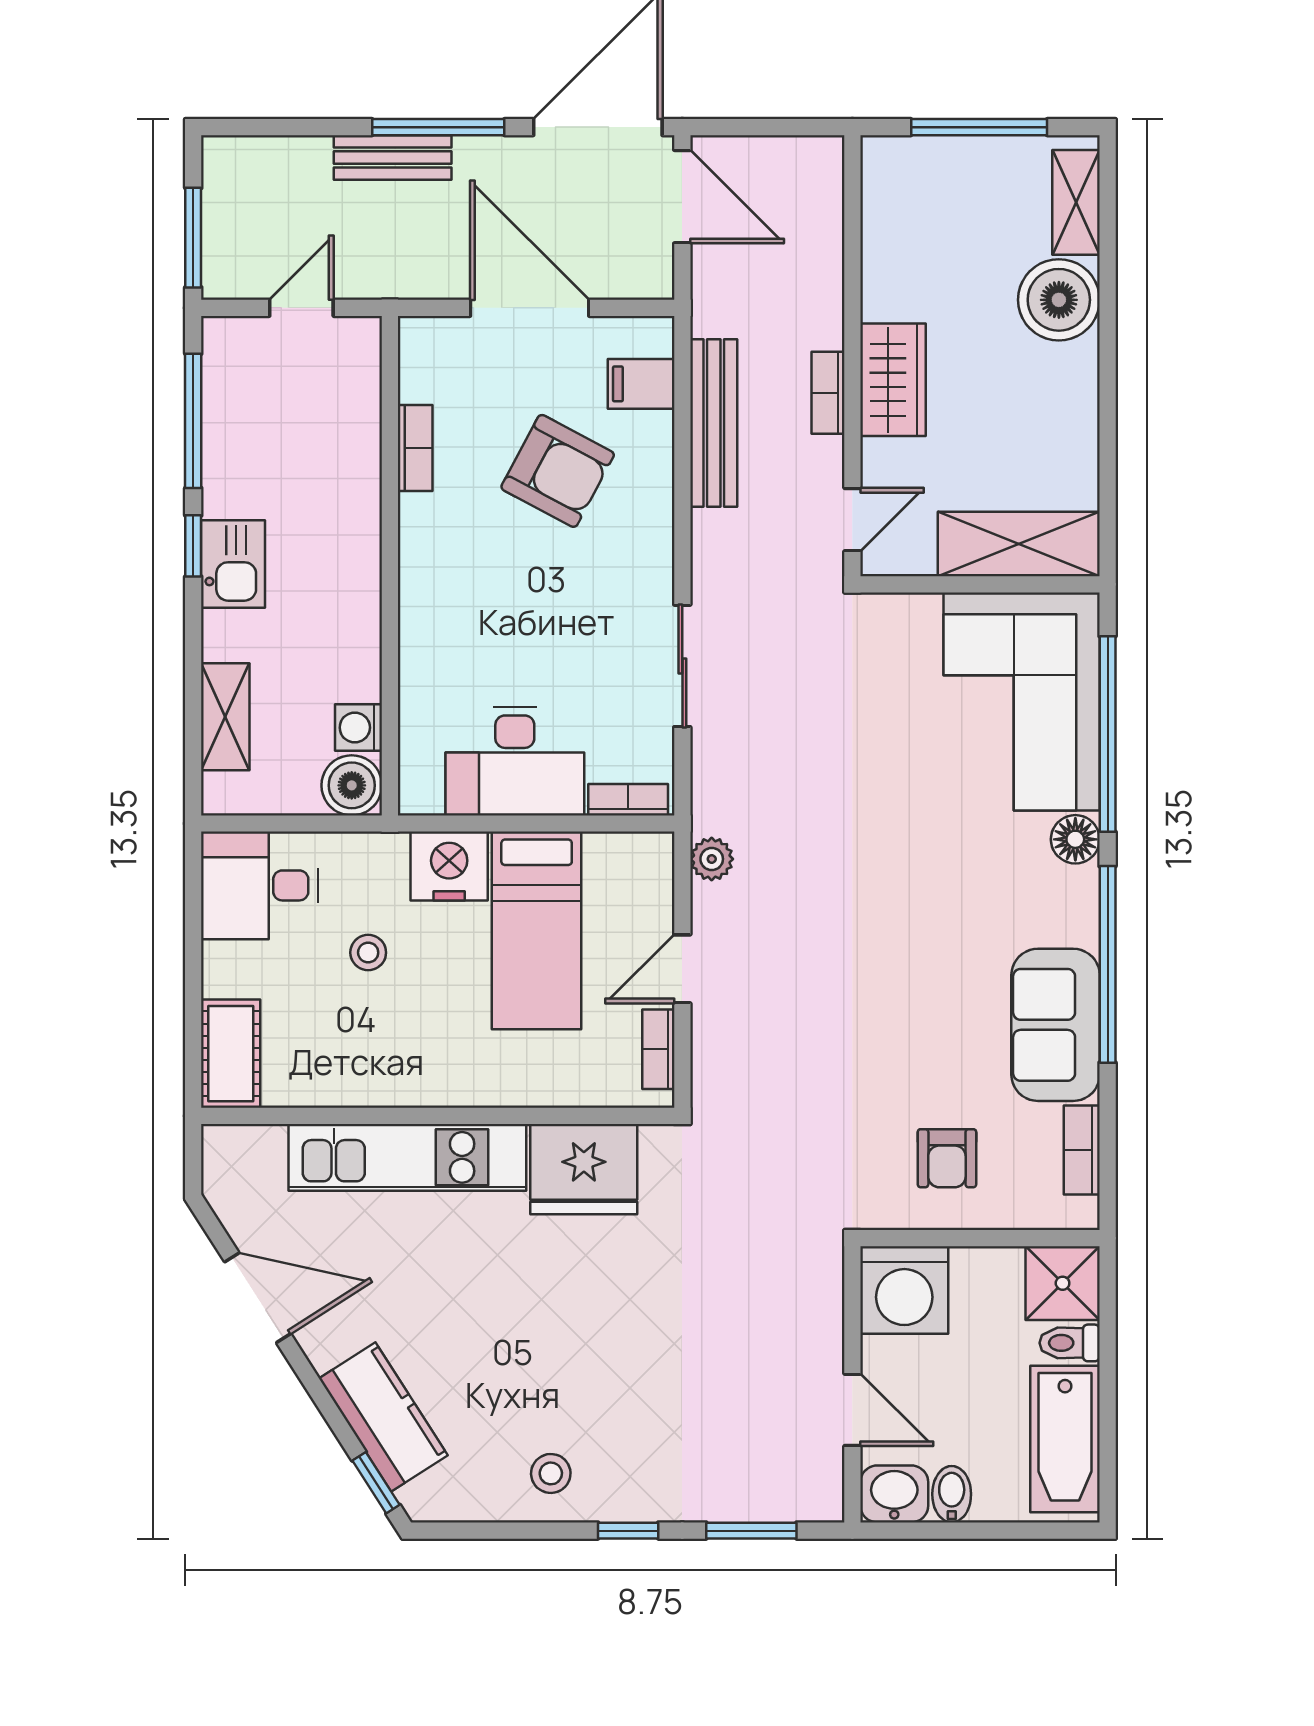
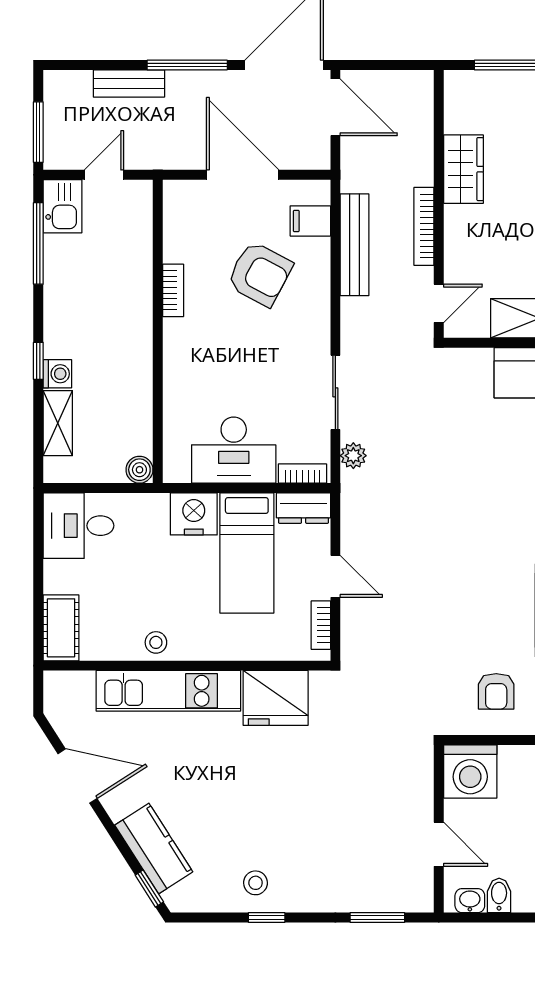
bench: (393, 158) -> (129, 83), moved
wardrobe: (893, 380) -> (463, 169), moved
bookcase: (828, 393) -> (424, 226), width x1.56
bookcase: (415, 448) -> (173, 290), moved
window: (193, 546) -> (38, 361), moved
kitchen sink: (233, 564) -> (62, 206), moved
washing machine: (359, 728) -> (57, 374), moved, turned 180
boiler: (352, 785) -> (139, 470), width x0.73, depth x0.73
dresser: (630, 857) -> (304, 508), added
plant: (712, 859) -> (353, 456), moved
stool: (368, 953) -> (156, 642), moved
door: (682, 969) -> (335, 576), swing flipped
washbasin: (894, 1494) -> (470, 901), width x0.72, depth x0.69
window: (628, 1531) -> (267, 918), moved

